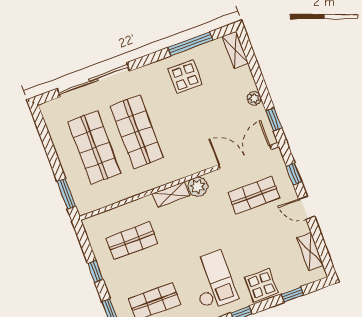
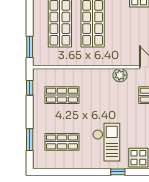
shelving: (171, 194) -> (100, 74), removed
window: (95, 271) -> (30, 88), moved

